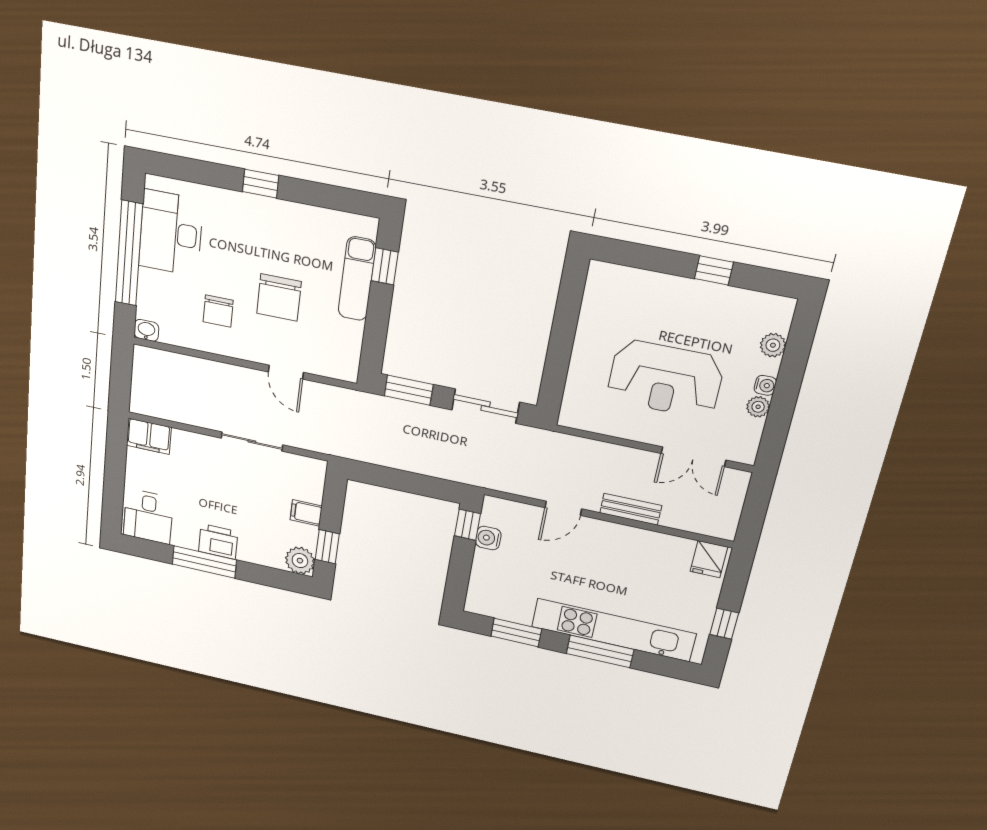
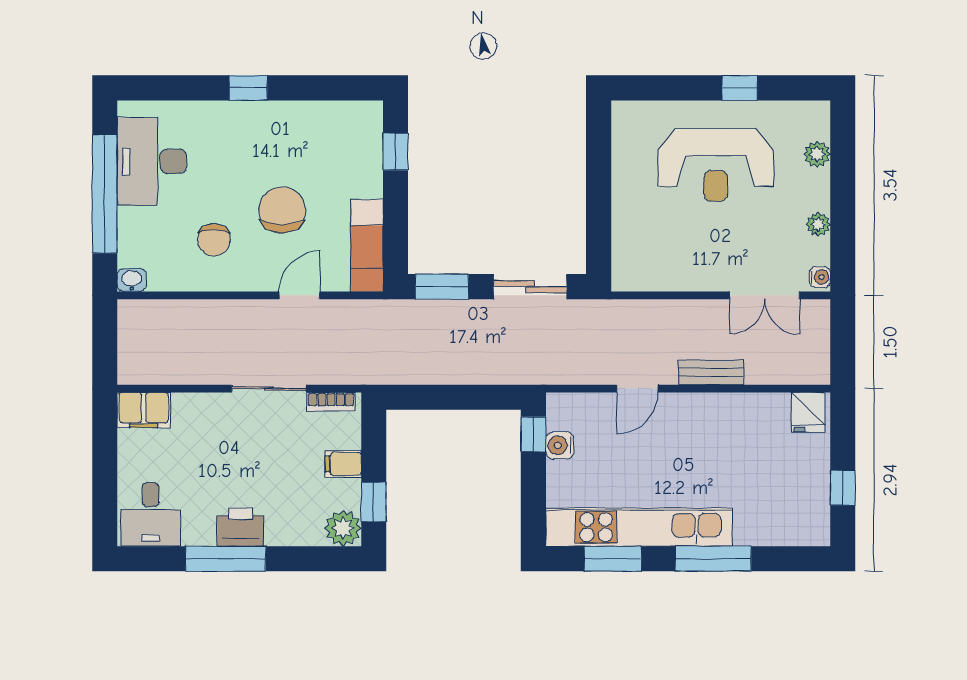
exam couch: (357, 279) -> (367, 245), moved
chair: (279, 297) -> (282, 210), turned 180
door: (286, 372) -> (300, 295), swing flipped
reception desk: (665, 379) -> (716, 165), moved
water cooler: (765, 385) -> (820, 277), moved
bookcase: (302, 463) -> (331, 402), added
kitchen unit: (613, 630) -> (639, 527), moved

